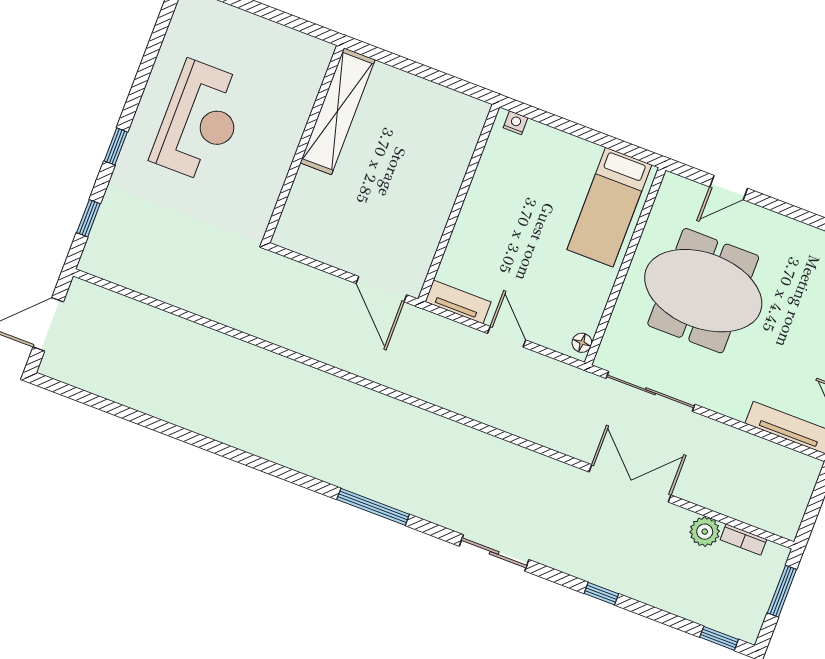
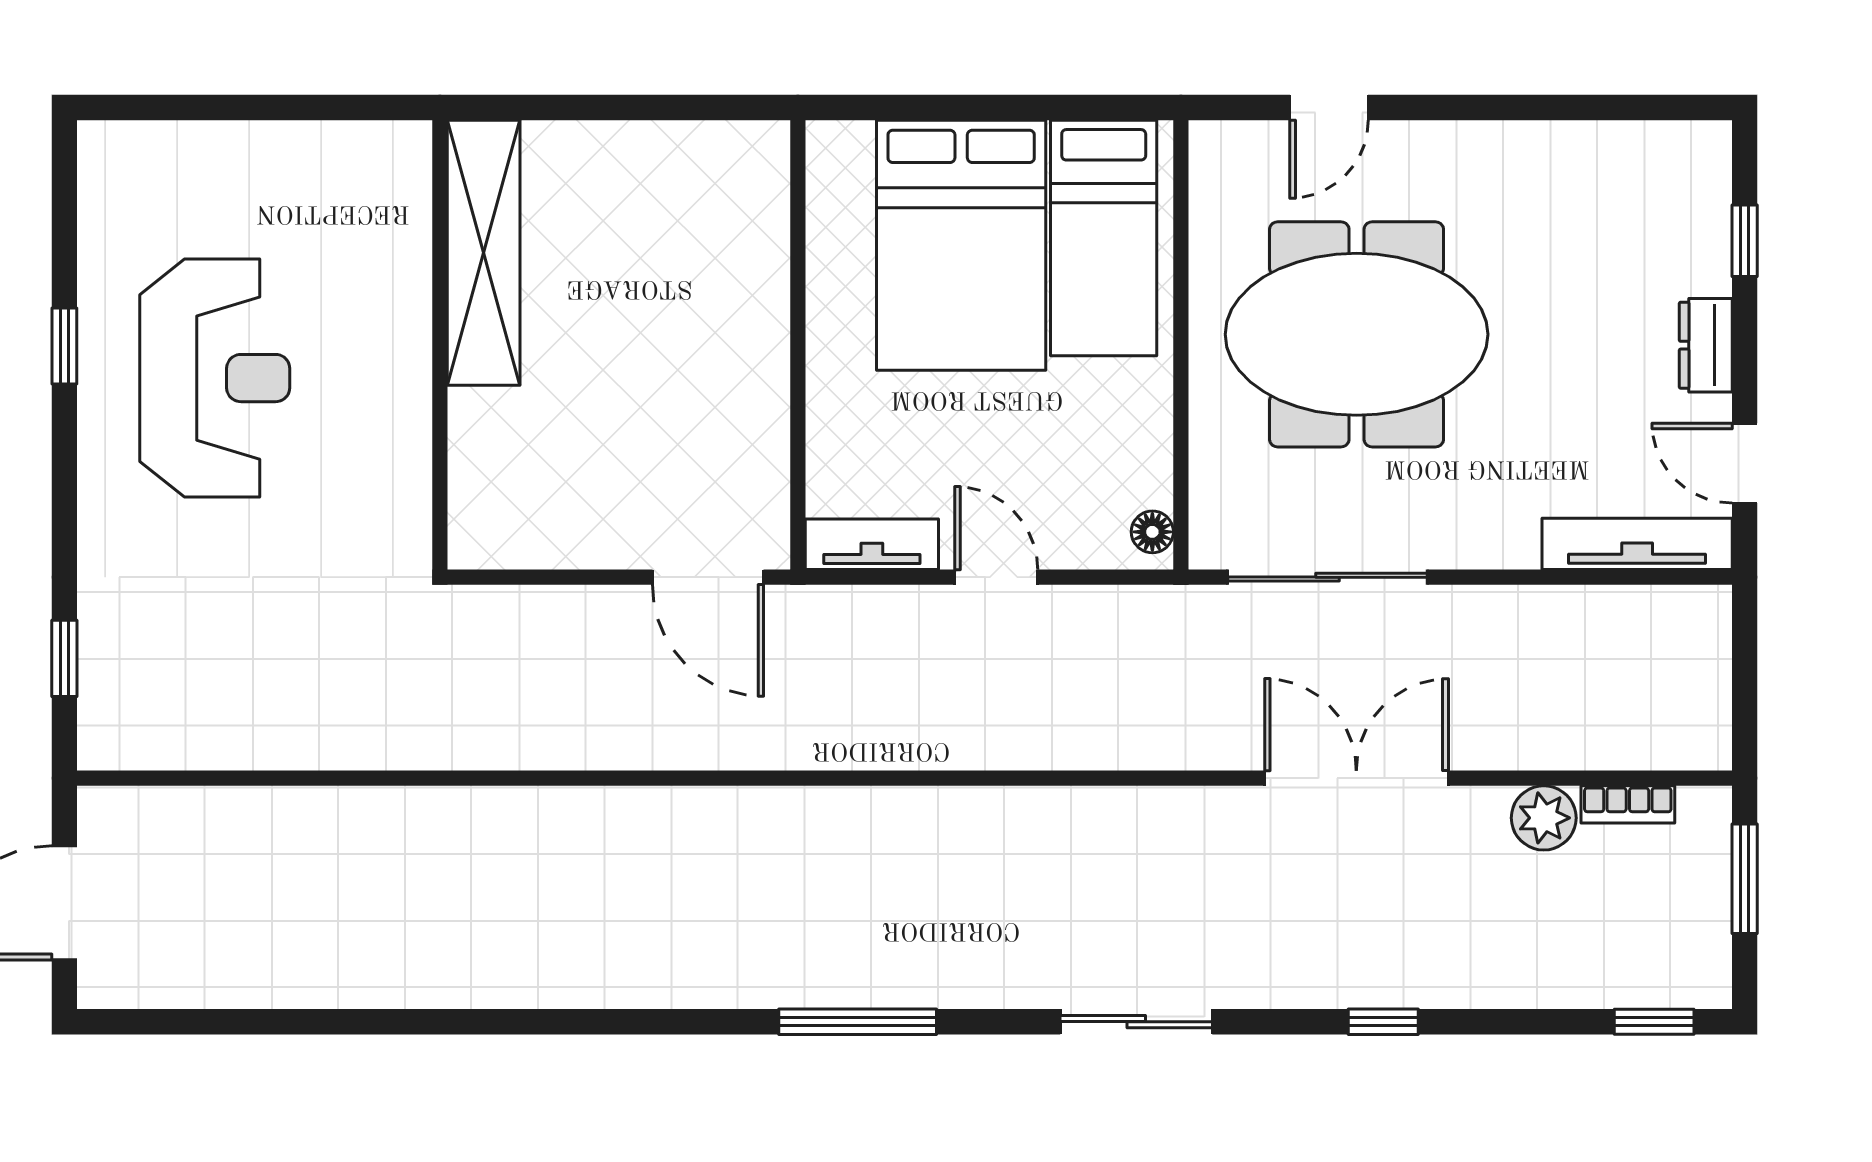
nightstand: (516, 123) -> (851, 140), removed
window: (116, 146) -> (64, 346), moved
bed: (546, 187) -> (961, 245), added

